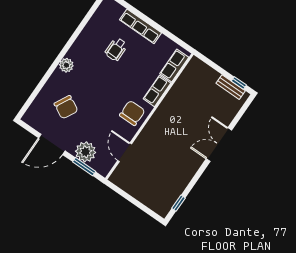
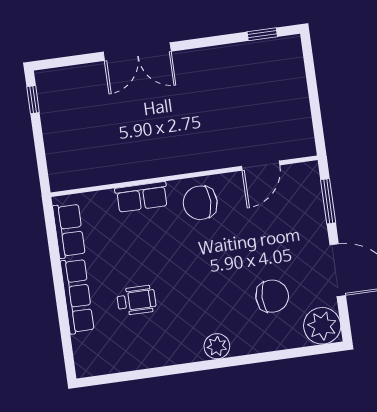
row of seats: (174, 65) -> (69, 230), moved, turned -90
bench: (231, 87) -> (48, 105), removed
chair: (66, 107) -> (272, 296), turned 62
plant: (86, 152) -> (322, 326), moved

